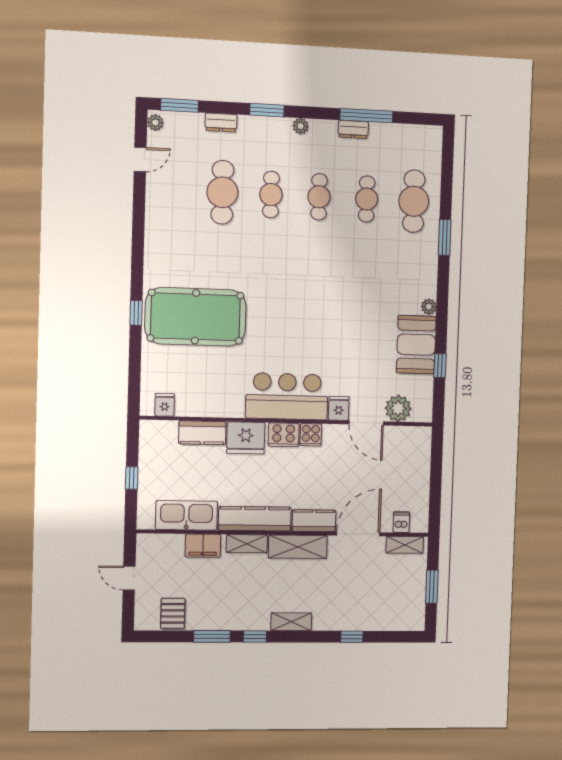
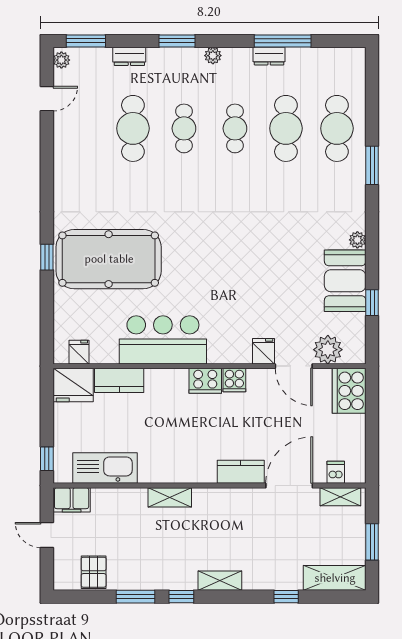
cafe table: (367, 199) -> (286, 128), width x1.37, depth x1.35
bar counter: (287, 396) -> (163, 340), moved
fridge: (246, 438) -> (73, 385), moved
cooker: (416, 447) -> (349, 391), added
window: (132, 478) -> (47, 459), moved
kitchen counter: (255, 519) -> (177, 471), removed
filing cabinet: (203, 546) -> (72, 500), moved
shelving: (298, 547) -> (335, 578), moved

